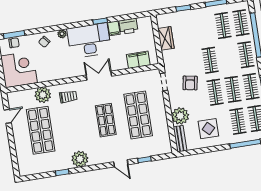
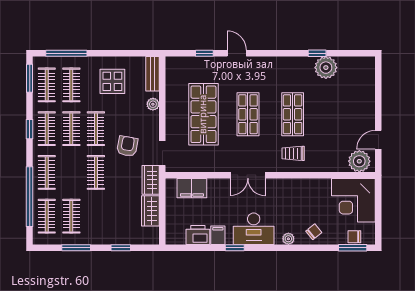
desk: (89, 41) -> (254, 229), width x0.73, depth x0.77
wardrobe: (169, 61) -> (151, 180), added
plant: (43, 95) -> (359, 161), moved
plant: (180, 116) -> (153, 104), width x0.53, depth x0.53
shop shelf: (41, 130) -> (293, 114), moved, width x0.70, depth x0.74
plant: (80, 159) -> (326, 68), moved

